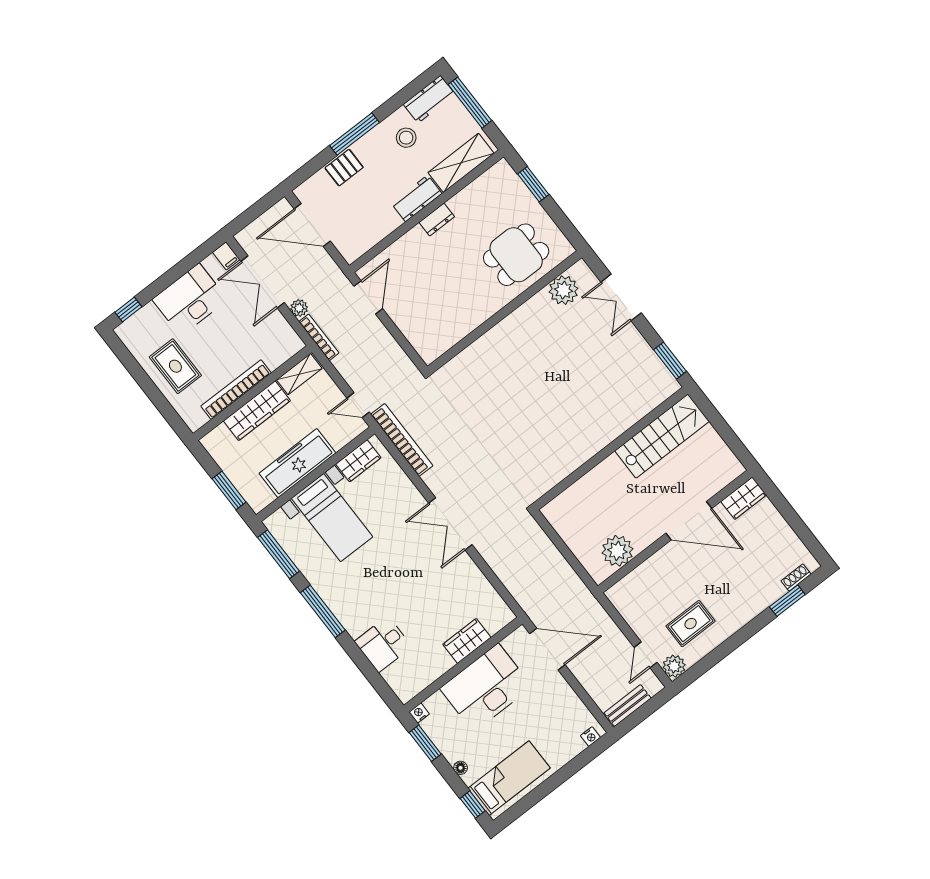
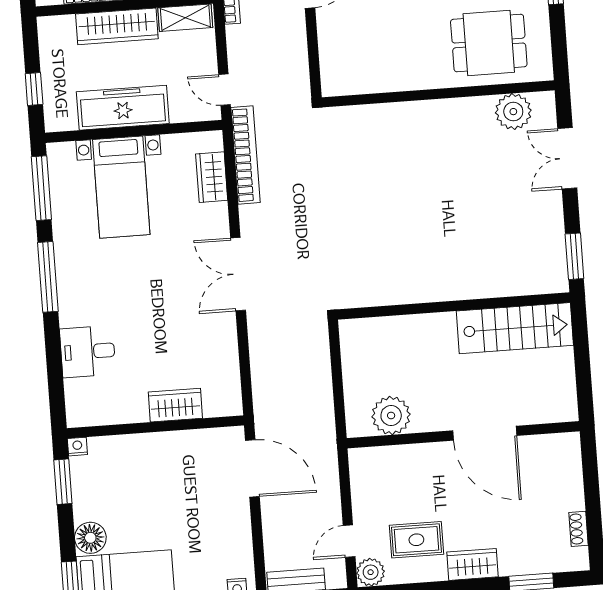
wardrobe: (358, 461) -> (212, 177), moved, turned 90
window: (229, 490) -> (34, 89), width x0.67
wardrobe: (744, 498) -> (472, 564), moved, turned 180
shoe rack: (796, 577) -> (579, 529), moved, turned -90
desk: (486, 687) -> (163, 466), removed
floor lamp: (461, 768) -> (90, 538), width x1.89, depth x1.89

